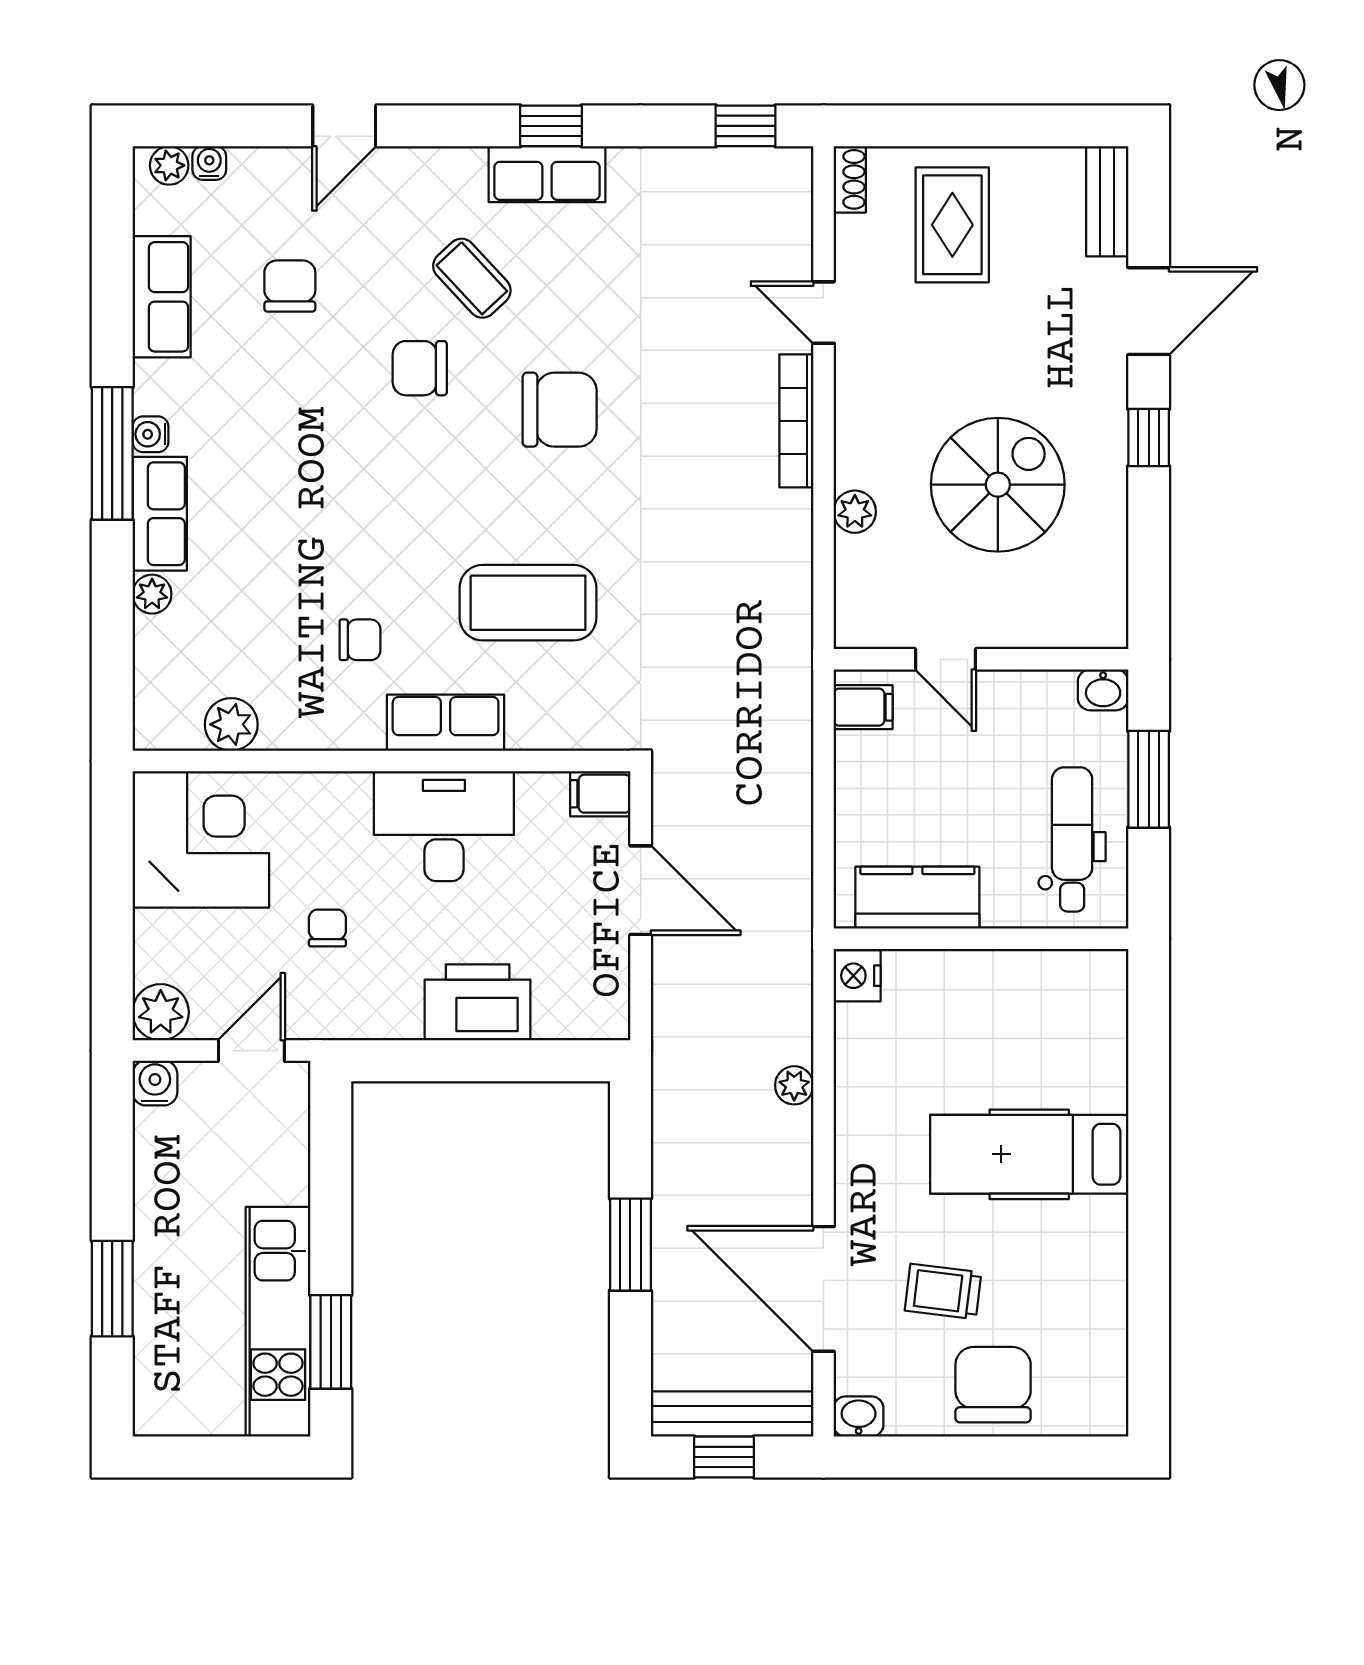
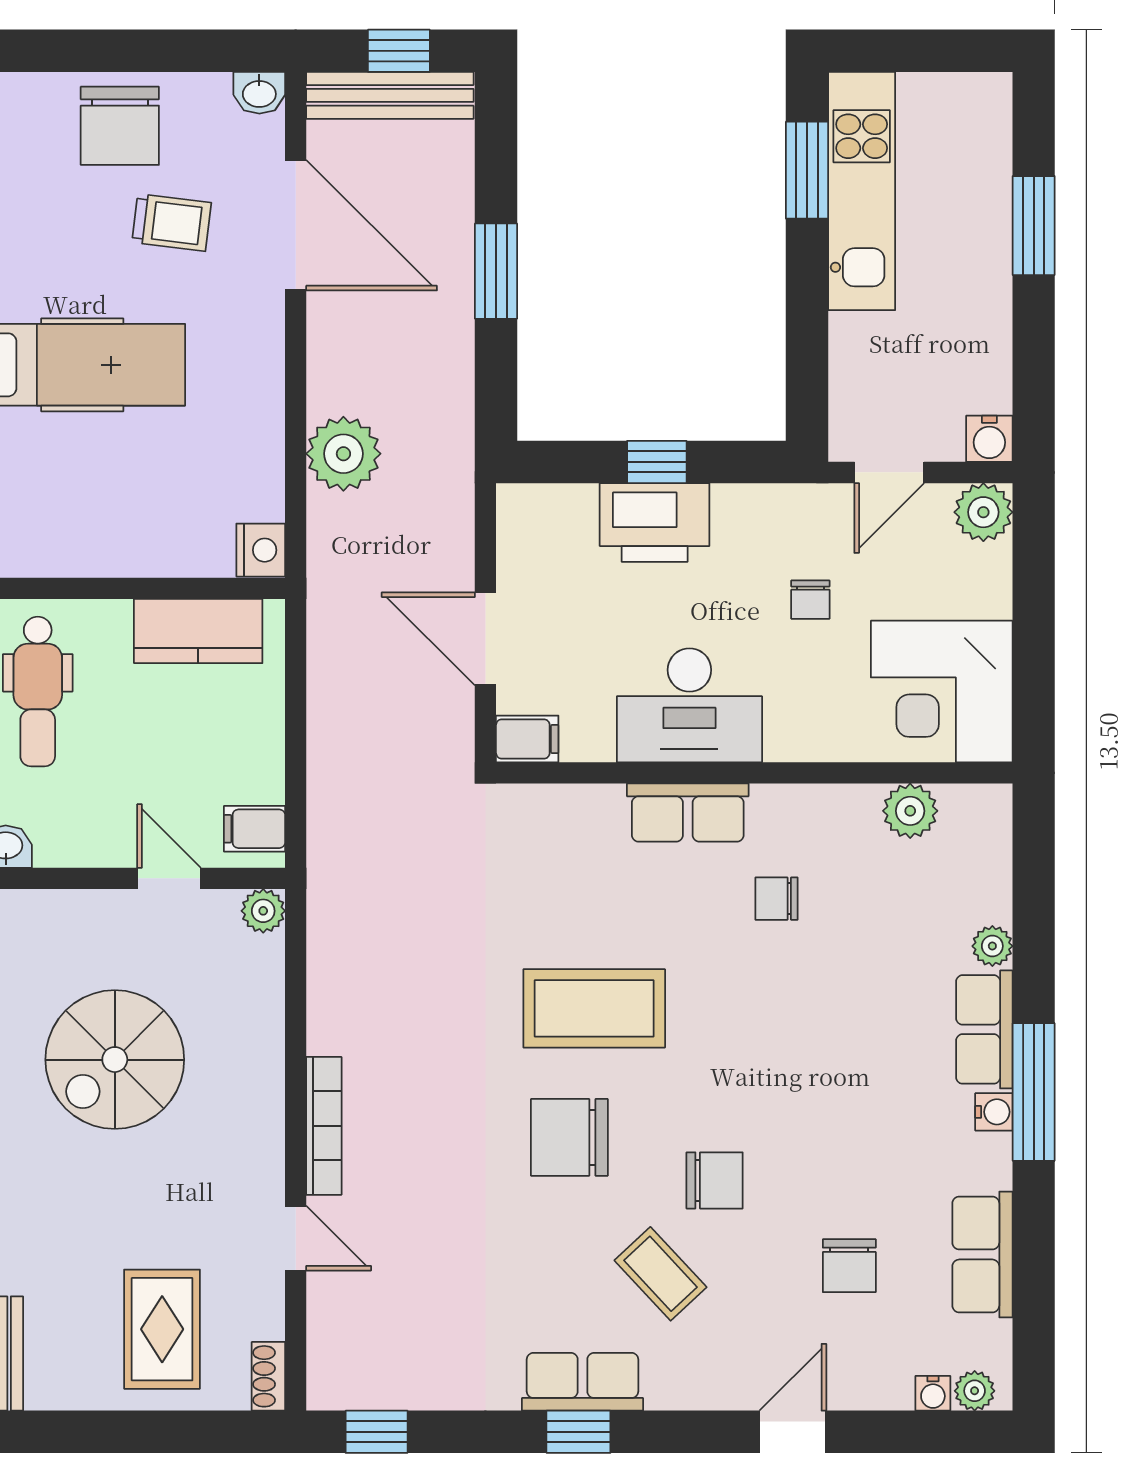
plant: (855, 512) -> (263, 911), moved
coffee table: (528, 603) -> (594, 1008), moved
window: (475, 1061) -> (657, 462), added
plant: (794, 1085) -> (343, 454), width x1.87, depth x1.87

